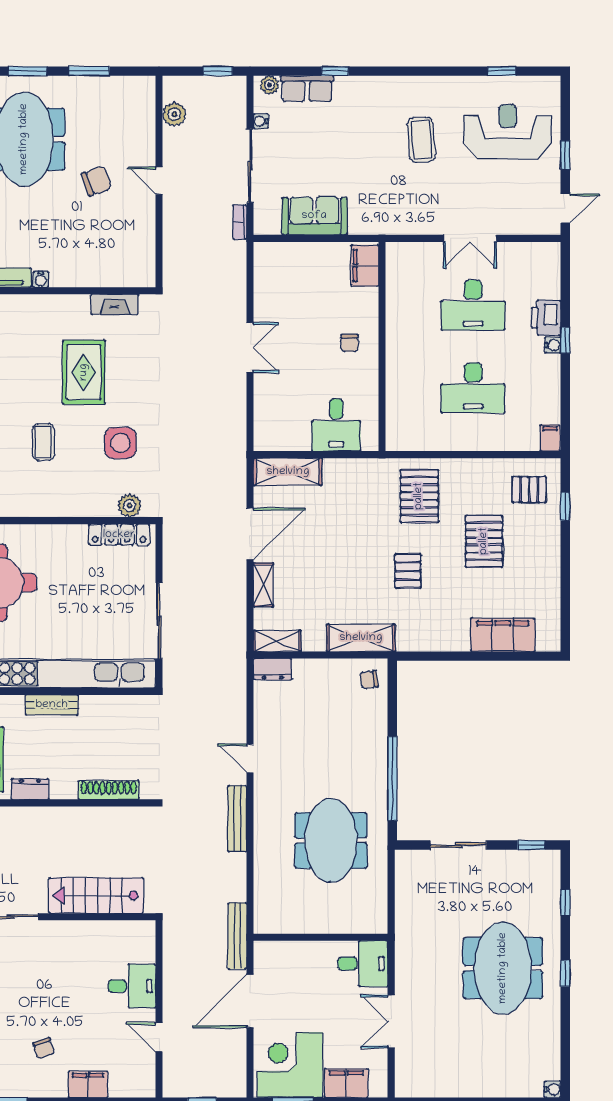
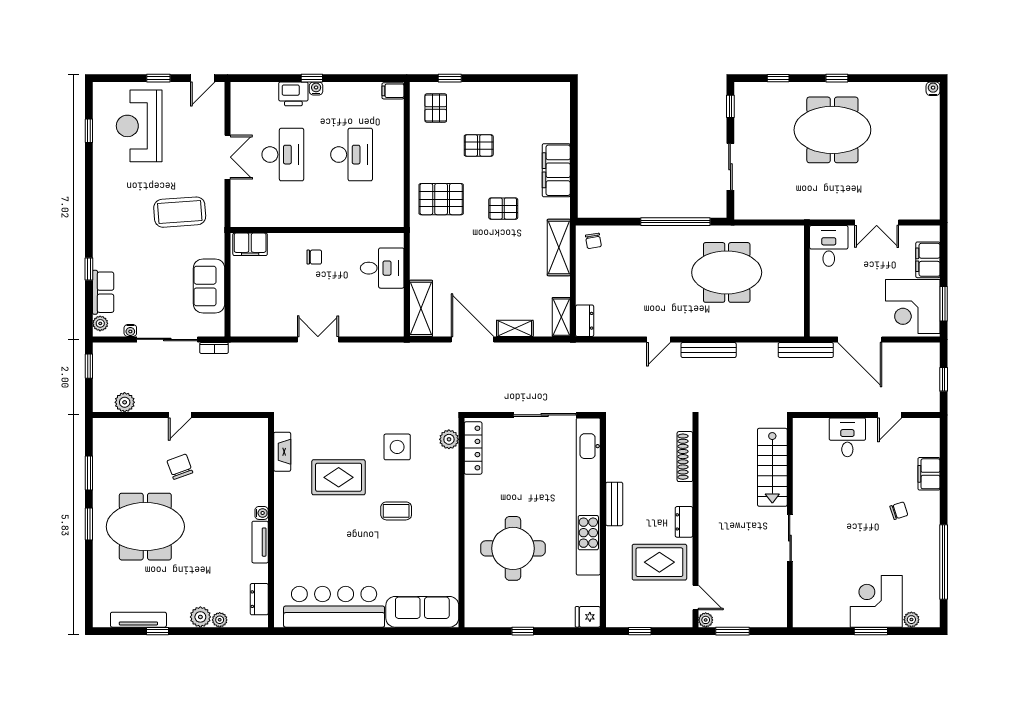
coffee table: (421, 140) -> (180, 212), moved, width x1.36, depth x1.32
door: (565, 208) -> (203, 78), swing flipped
pallet: (484, 541) -> (479, 145), width x0.67, depth x0.71
filing cabinet: (503, 635) -> (556, 170), moved

